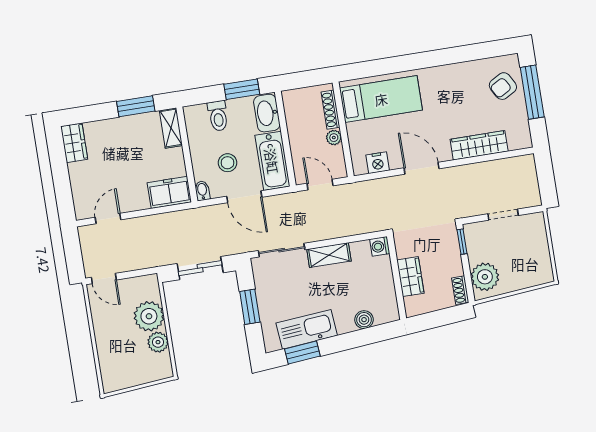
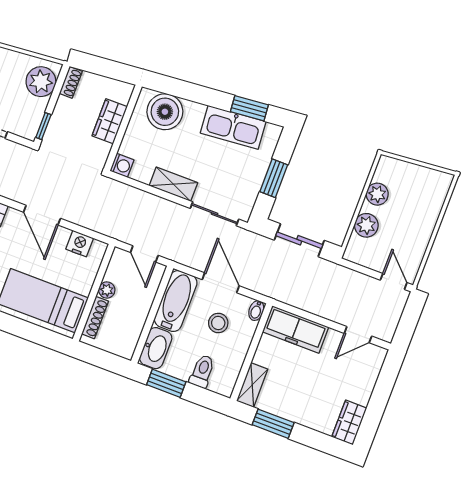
freezer: (169, 192) -> (296, 329), width x1.40
plant: (149, 316) -> (366, 225), width x0.73, depth x0.73
boiler: (364, 320) -> (165, 112), width x1.86, depth x1.86

